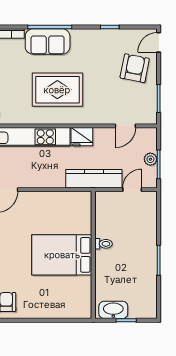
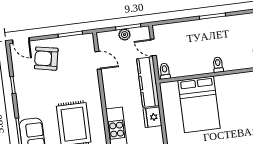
fridge: (82, 137) -> (152, 117), moved, turned 180
toilet: (104, 199) -> (165, 71), added
toilet: (104, 244) -> (218, 65), moved
bed: (62, 255) -> (199, 104), moved

